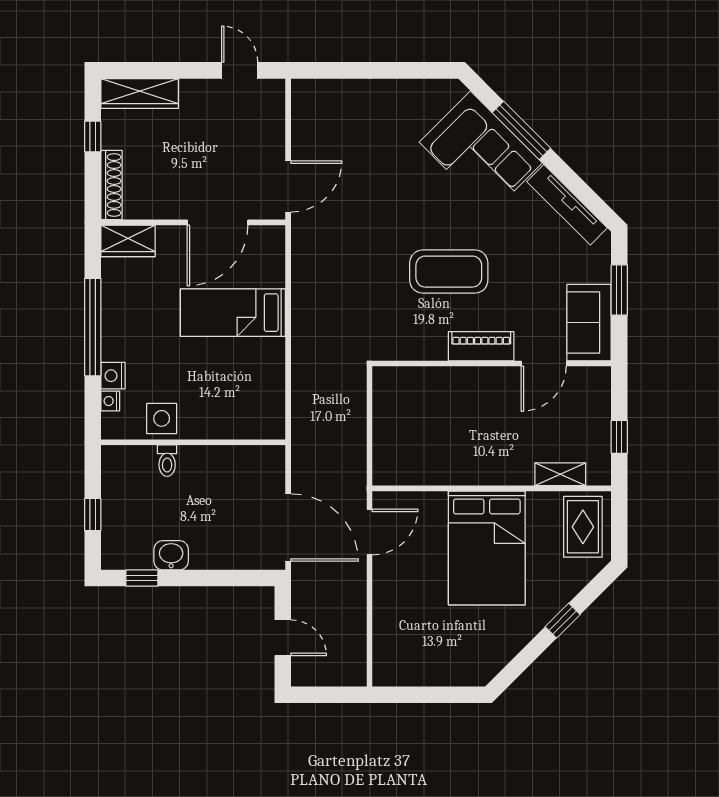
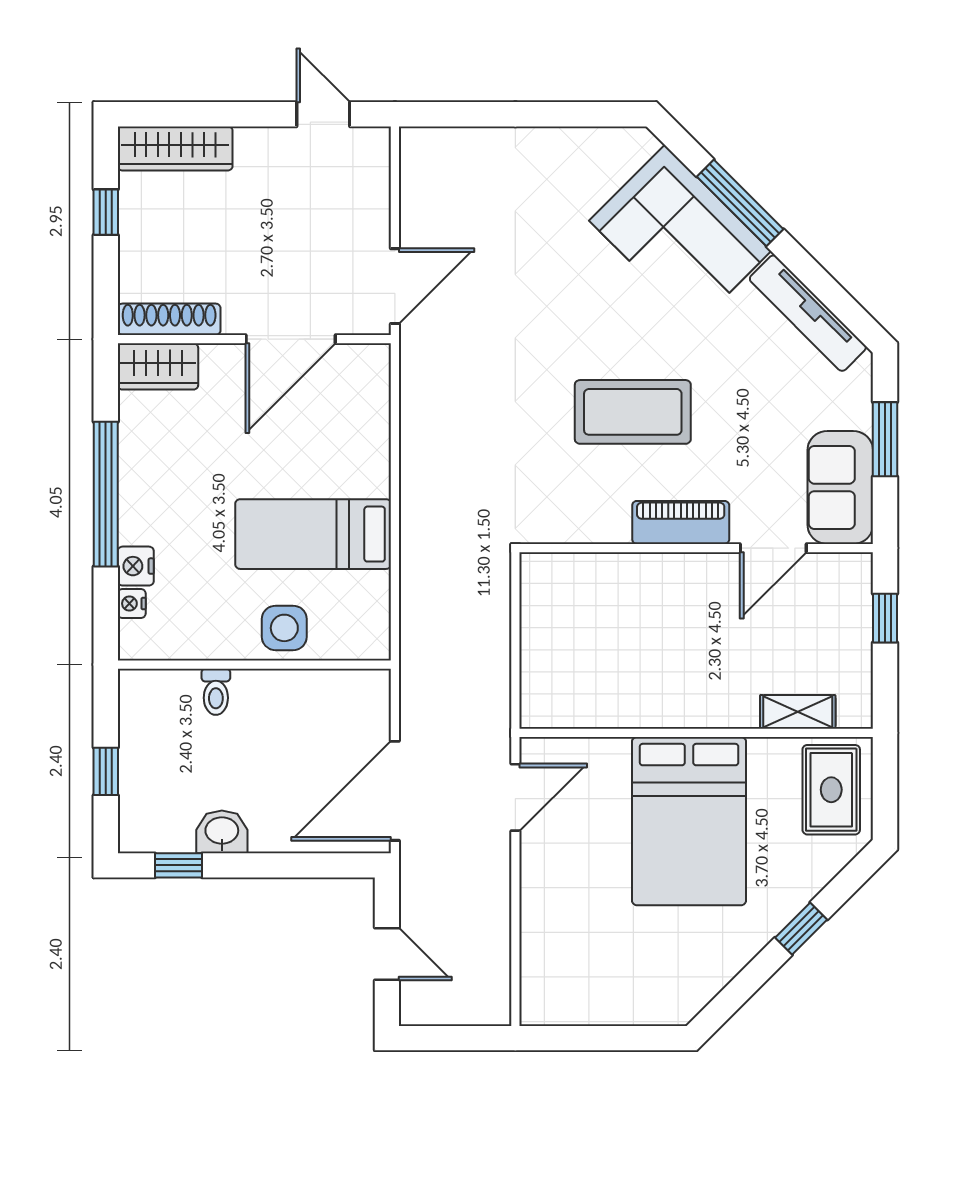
shoe rack: (112, 185) -> (169, 319), moved, turned -90
bed: (233, 313) -> (313, 534), moved
side table: (162, 418) -> (284, 628), moved
window: (619, 437) -> (885, 618), moved
door: (288, 528) -> (395, 791), swing flipped

